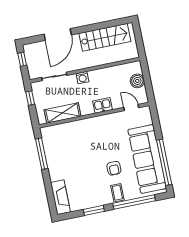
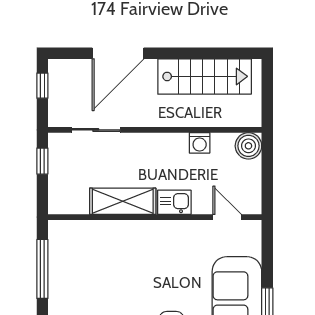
washing machine: (82, 78) -> (200, 143), moved
boiler: (137, 81) -> (248, 146), moved
shelving: (63, 113) -> (123, 201), moved

